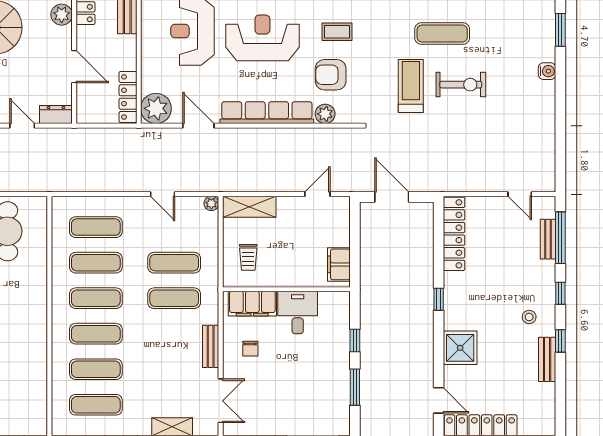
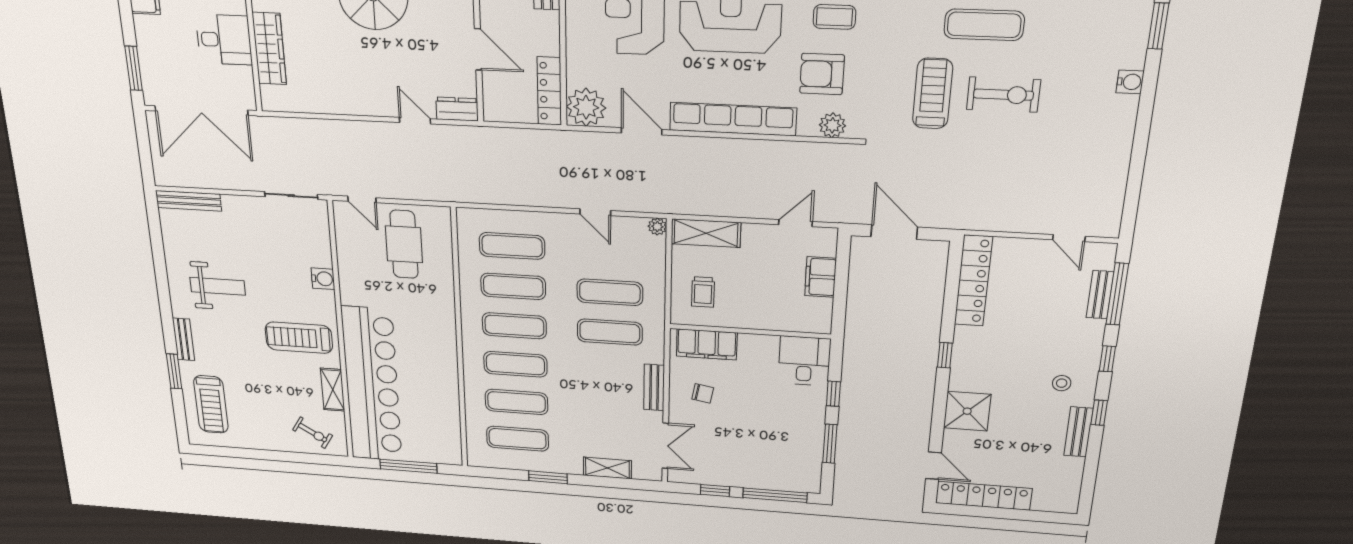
plant: (325, 114) -> (832, 125), moved
filing cabinet: (339, 264) -> (821, 277), moved
desk: (298, 313) -> (804, 361), moved
chair: (250, 349) -> (703, 393), turned -80

